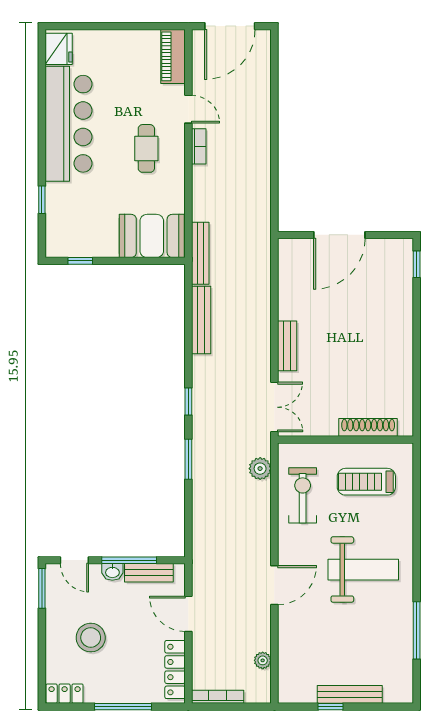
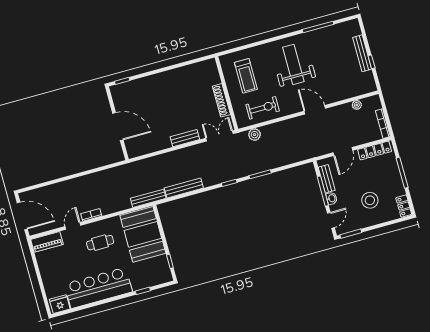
booth: (152, 236) -> (143, 234), width x1.36, depth x1.42
shoe rack: (368, 427) -> (221, 100), moved
exercise bike: (303, 495) -> (263, 108), turned 180

